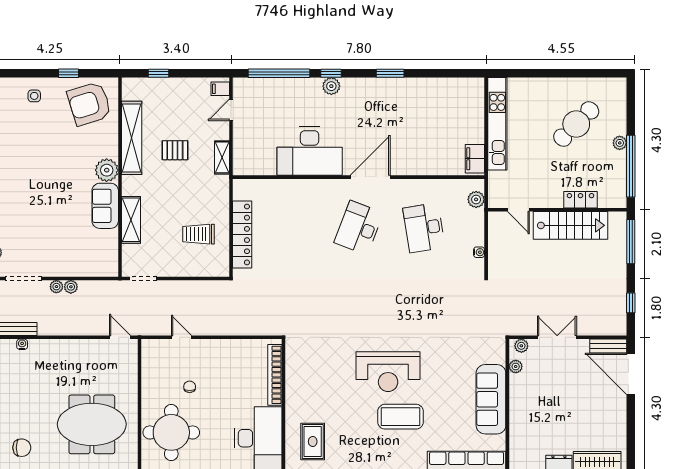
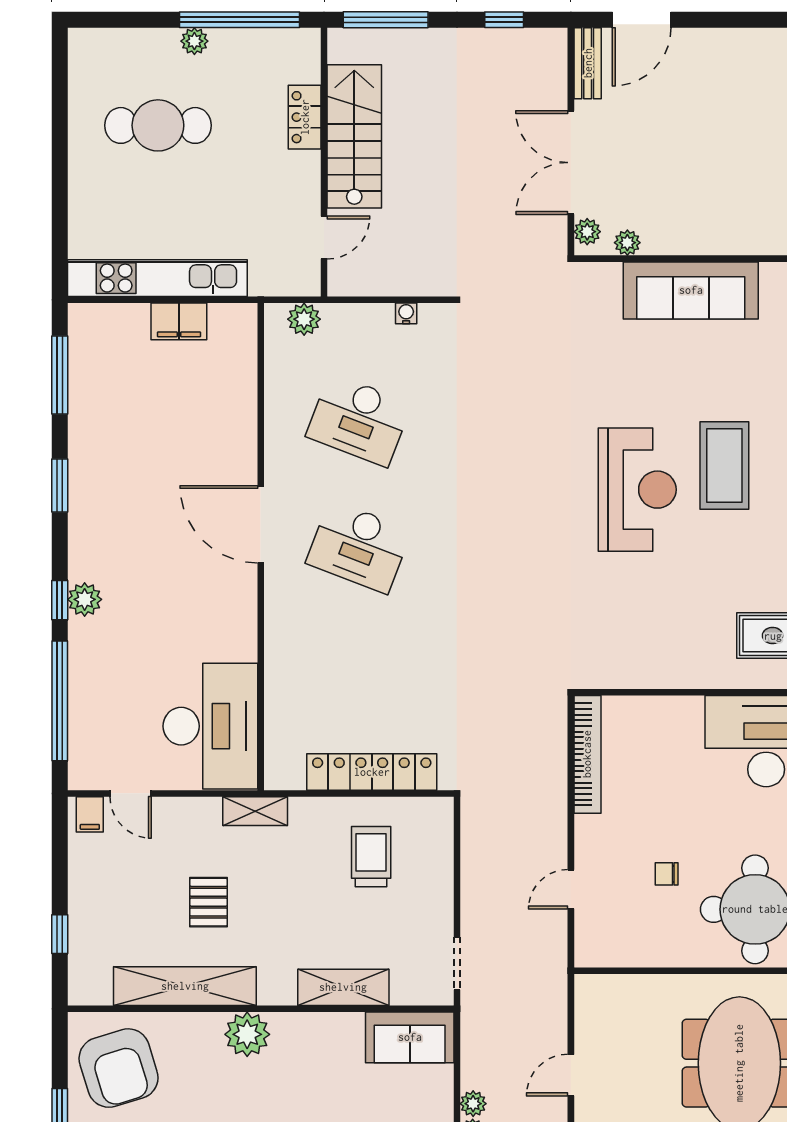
window: (447, 73) -> (60, 375), added
cafe table: (576, 124) -> (158, 125), turned -45
desk: (310, 151) -> (210, 726), moved
shelving: (222, 157) -> (255, 811), moved
filing cabinet: (475, 159) -> (179, 321), moved
sofa: (105, 206) -> (410, 1037), moved
desk: (424, 228) -> (359, 420), turned 30
trolley: (198, 234) -> (371, 857), turned 180
door: (120, 337) -> (571, 1075), moved
double door: (557, 337) -> (571, 163), width x1.37
door: (631, 374) -> (642, 20), width x0.73
bookcase: (275, 375) -> (587, 754), moved, turned -90

